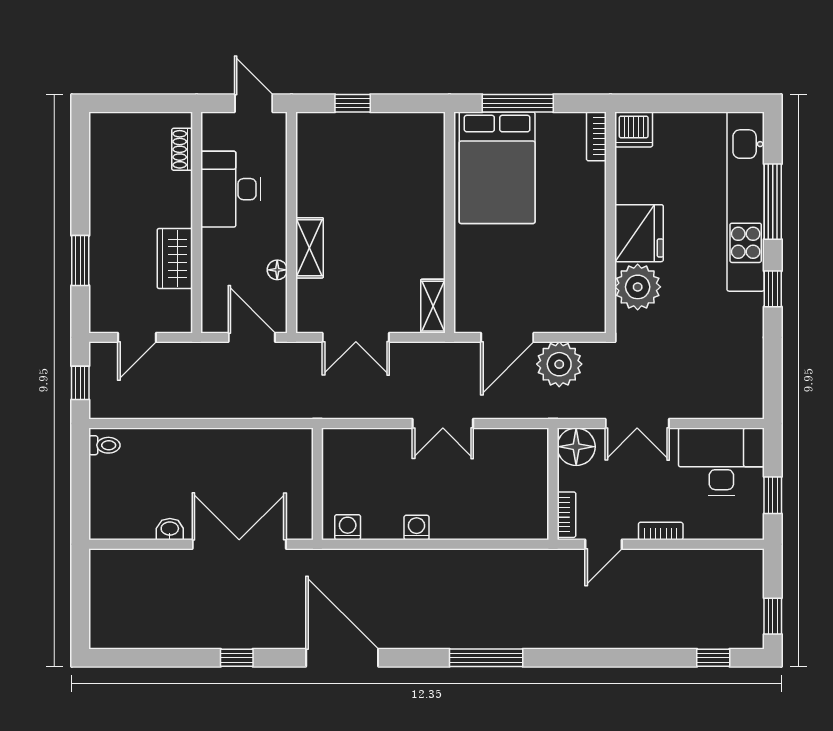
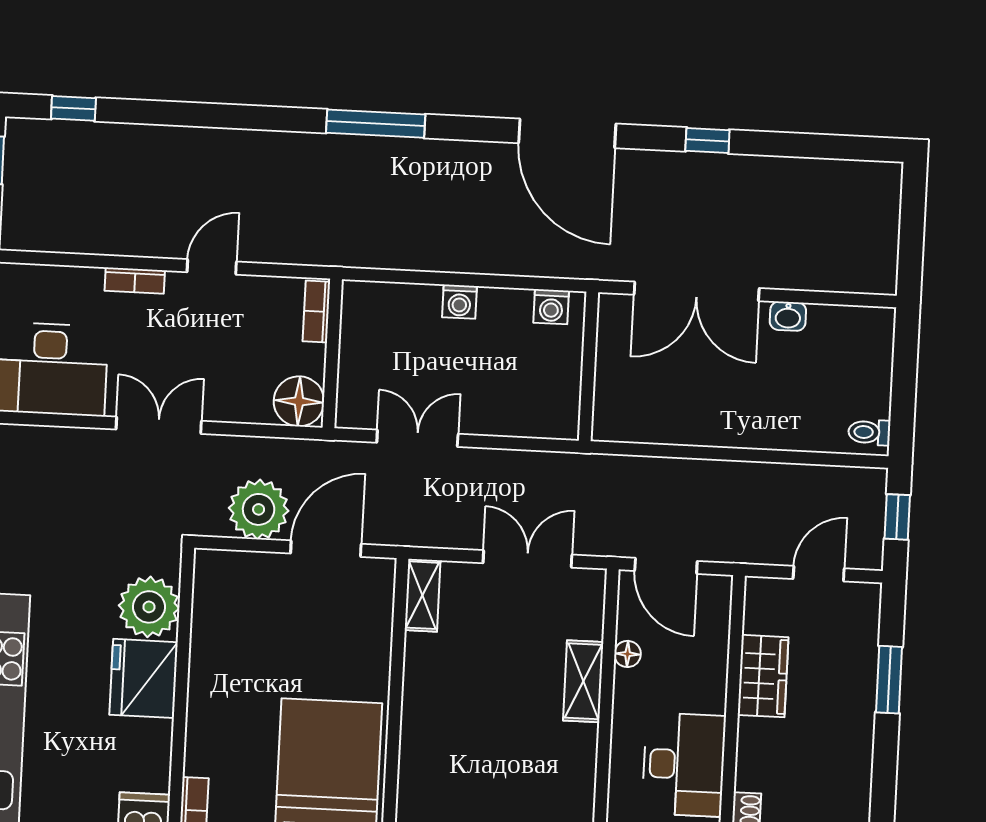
floor lamp: (576, 447) -> (299, 401), moved
wall: (553, 484) -> (332, 353), moved
bookcase: (566, 515) -> (316, 312), moved

